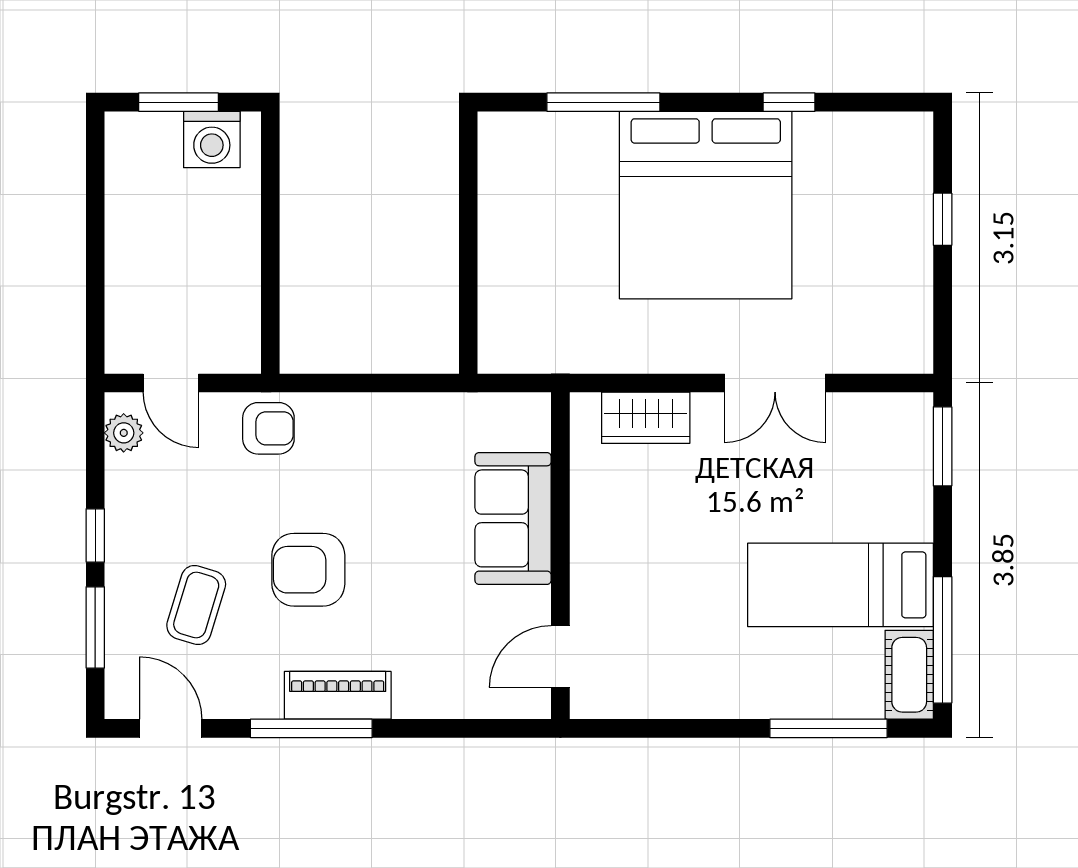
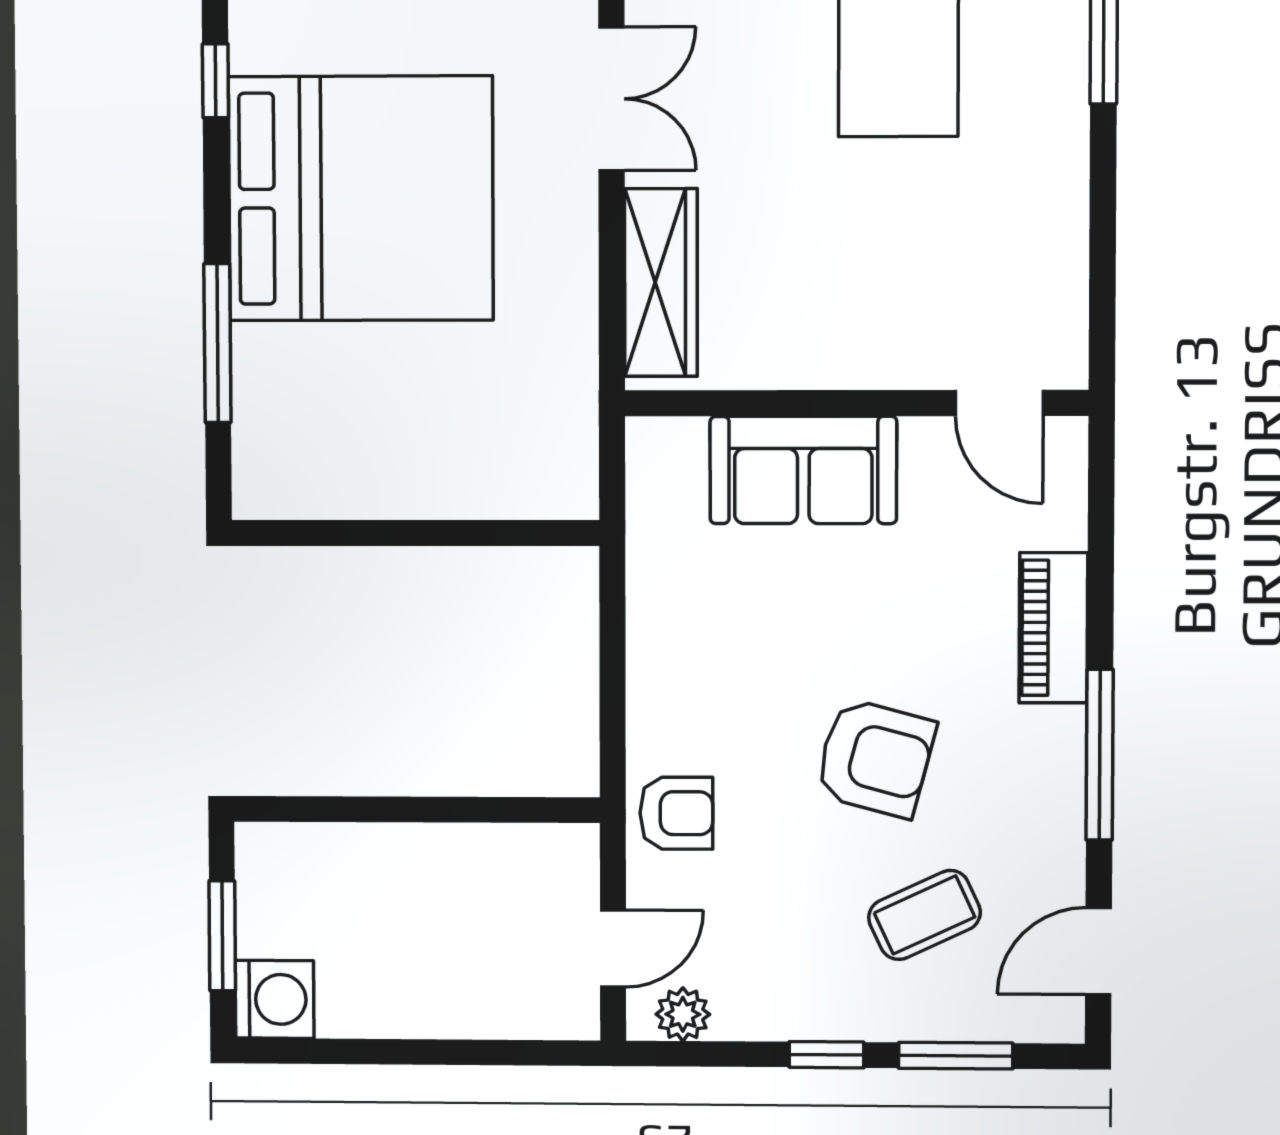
washing machine: (212, 140) -> (275, 999), moved
wardrobe: (646, 418) -> (661, 283), width x1.50
armchair: (268, 428) -> (676, 813), turned 90
armchair: (308, 570) -> (875, 758), turned -75
coffee table: (196, 605) -> (925, 915), turned -42
piano: (338, 695) -> (1053, 628), moved

